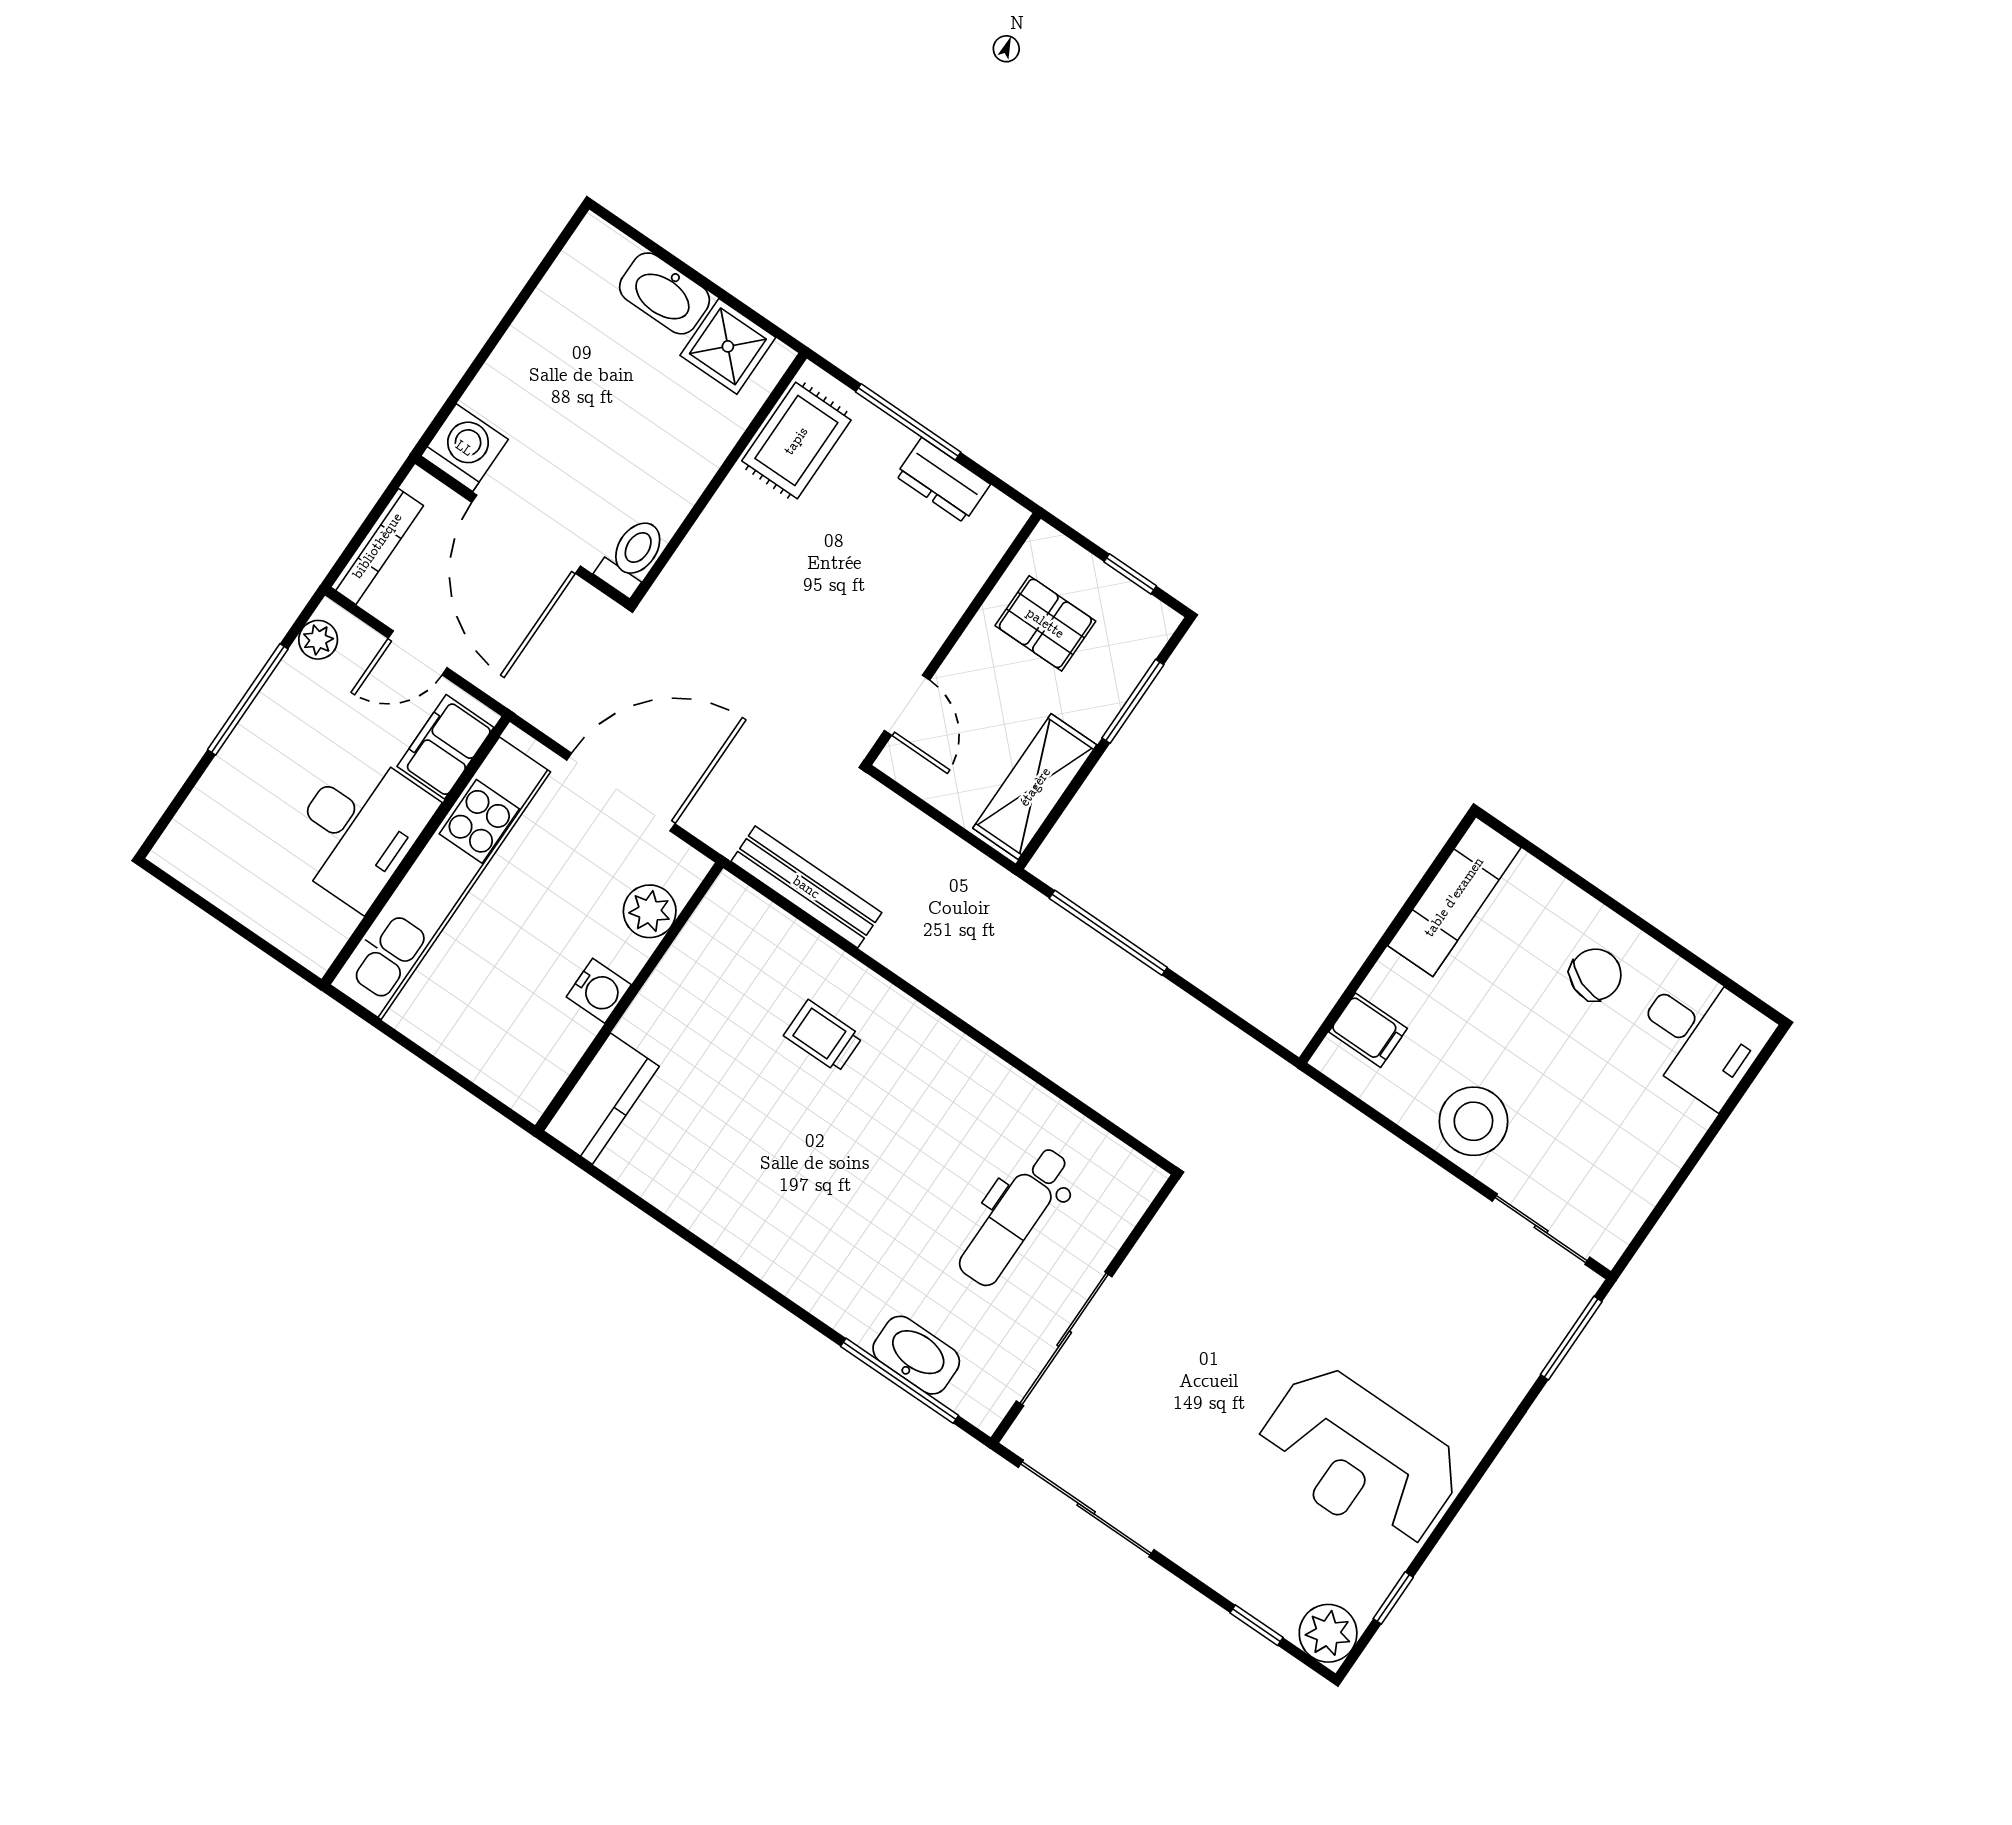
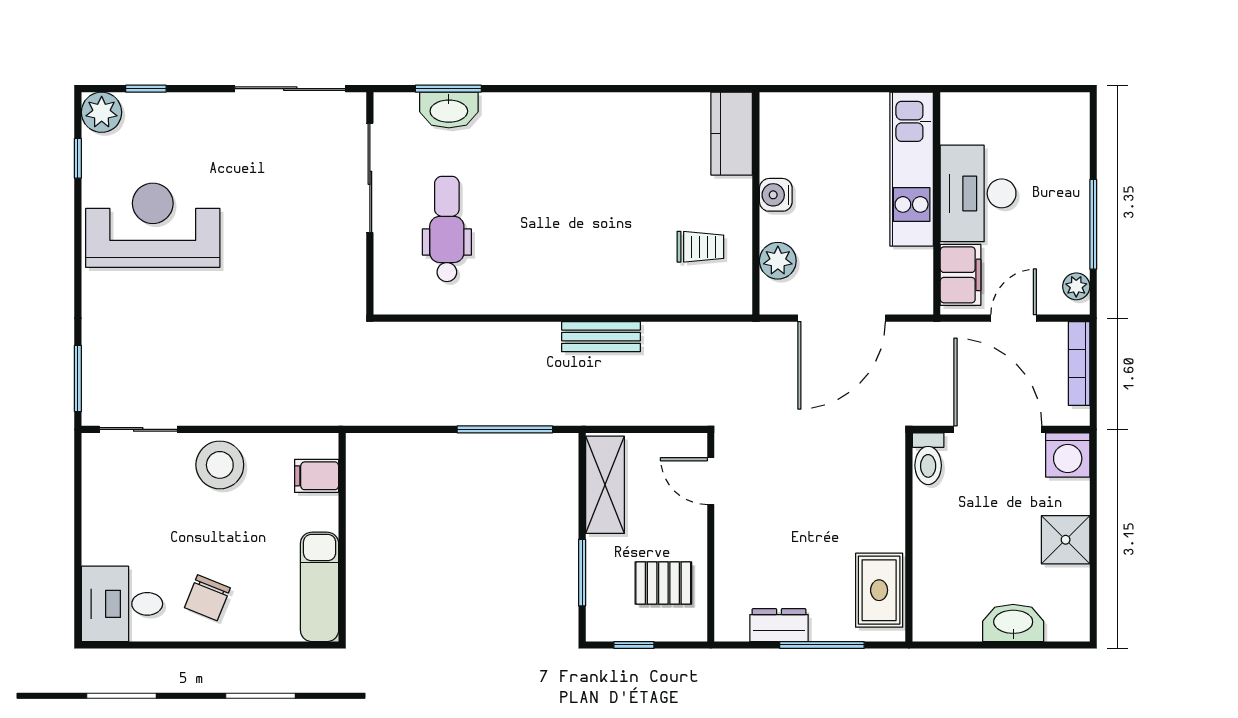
shower: (728, 346) -> (1066, 540), moved
kitchen unit: (440, 878) -> (912, 169), width x0.73
bench: (806, 887) -> (601, 337), moved, width x0.73
trolley: (823, 1036) -> (700, 247), moved
window: (900, 1381) -> (448, 89), width x0.69

